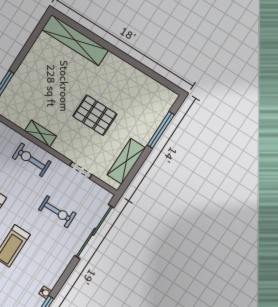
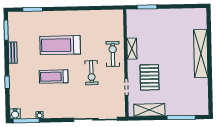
shelving: (75, 40) -> (201, 53), moved
pallet: (95, 115) -> (150, 77), moved
exercise bike: (57, 212) -> (91, 73), moved

